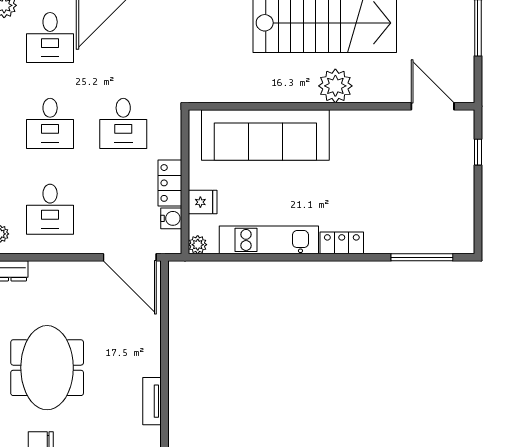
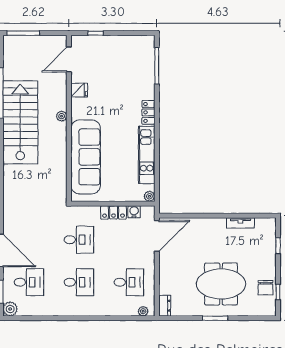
plant: (335, 86) -> (62, 116), width x0.53, depth x0.53
fridge: (203, 202) -> (79, 90), moved, turned 90

